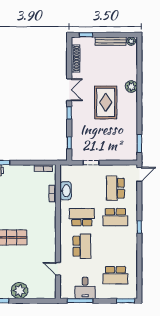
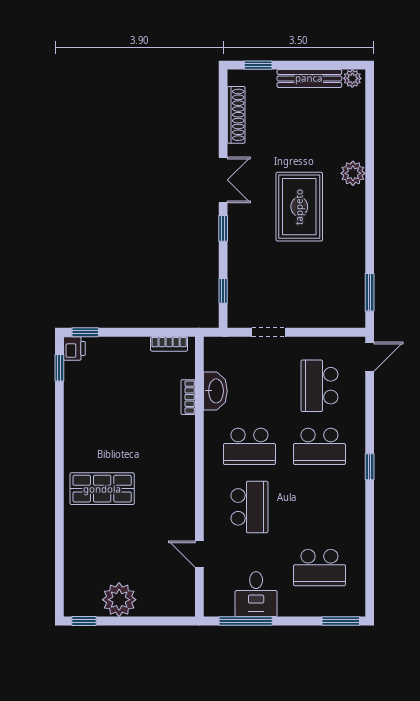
school desk: (82, 217) -> (249, 446), turned 180

